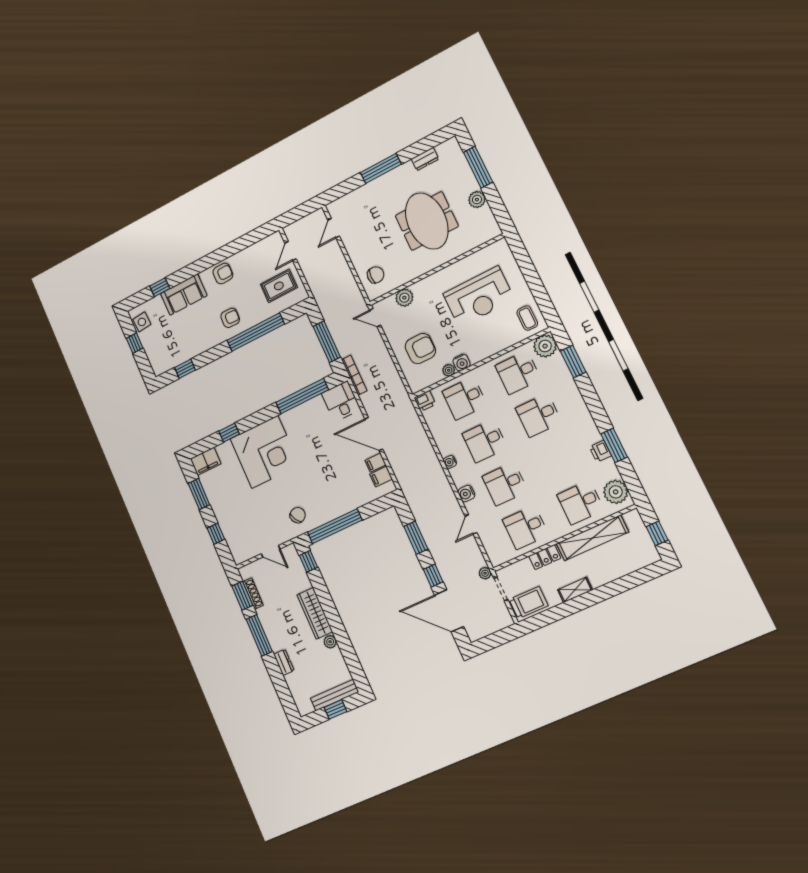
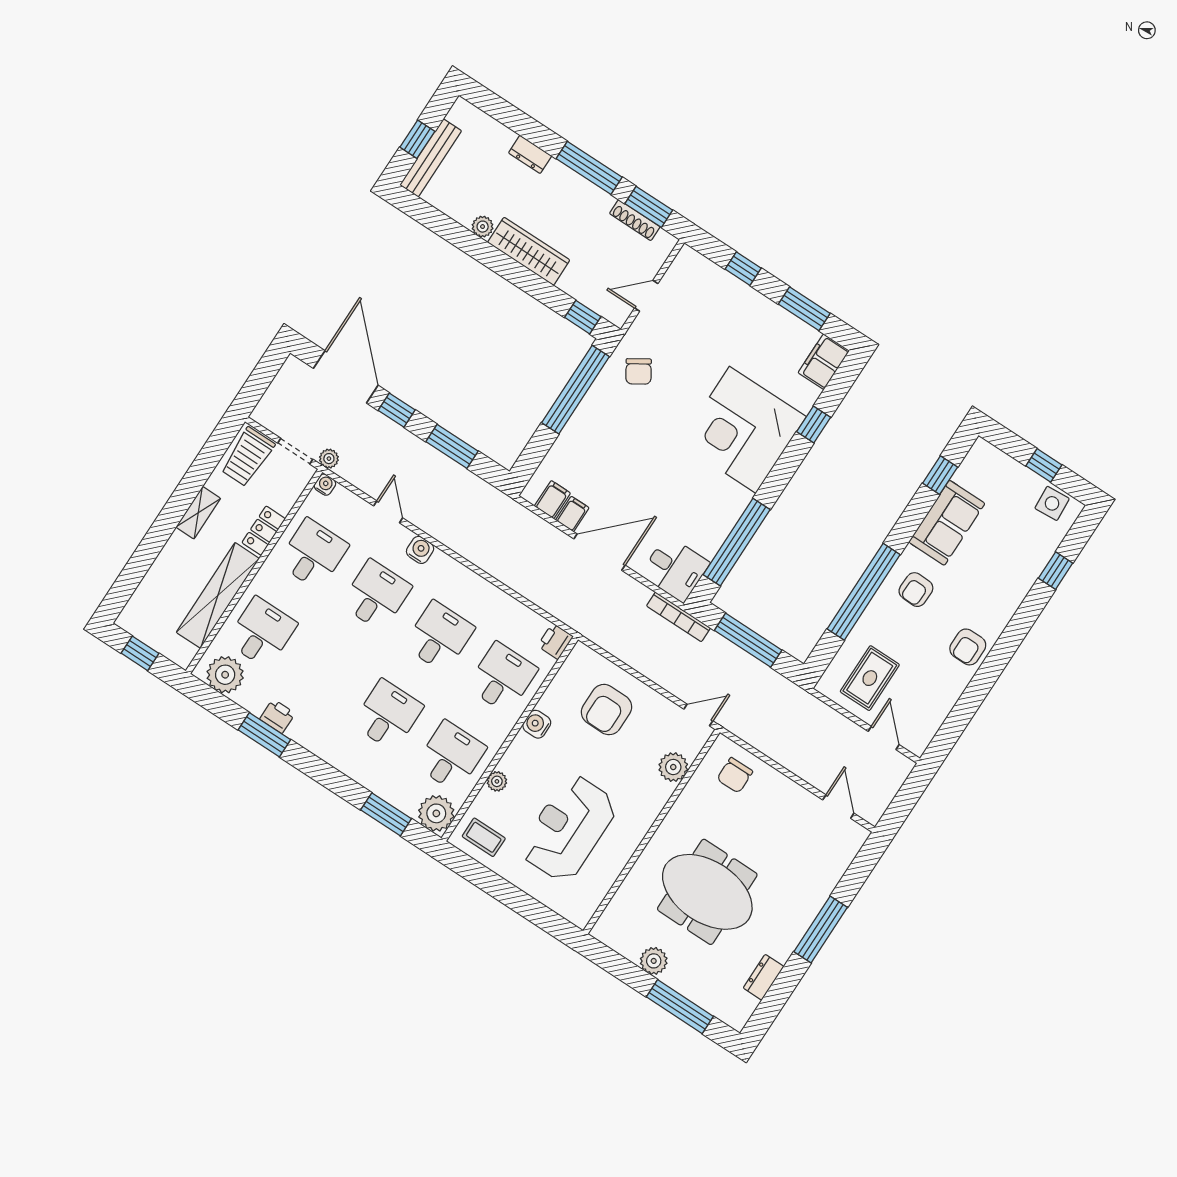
sofa: (184, 295) -> (947, 523), moved, turned 180
plant: (449, 370) -> (497, 781), moved
water cooler: (450, 462) -> (325, 485), moved
door: (449, 611) -> (346, 377), hinge flipped

